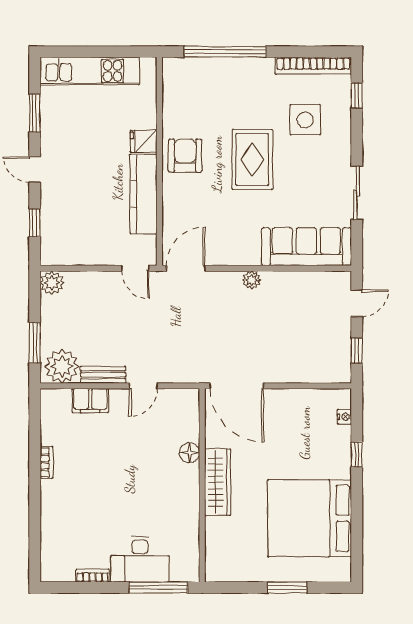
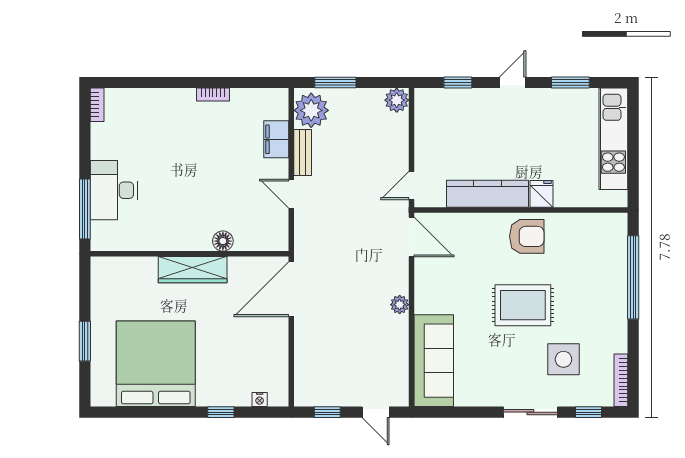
bookcase: (313, 66) -> (621, 380), width x0.68, depth x0.76
sliding door: (357, 193) -> (530, 412), moved
bookcase: (93, 576) -> (97, 105), moved

